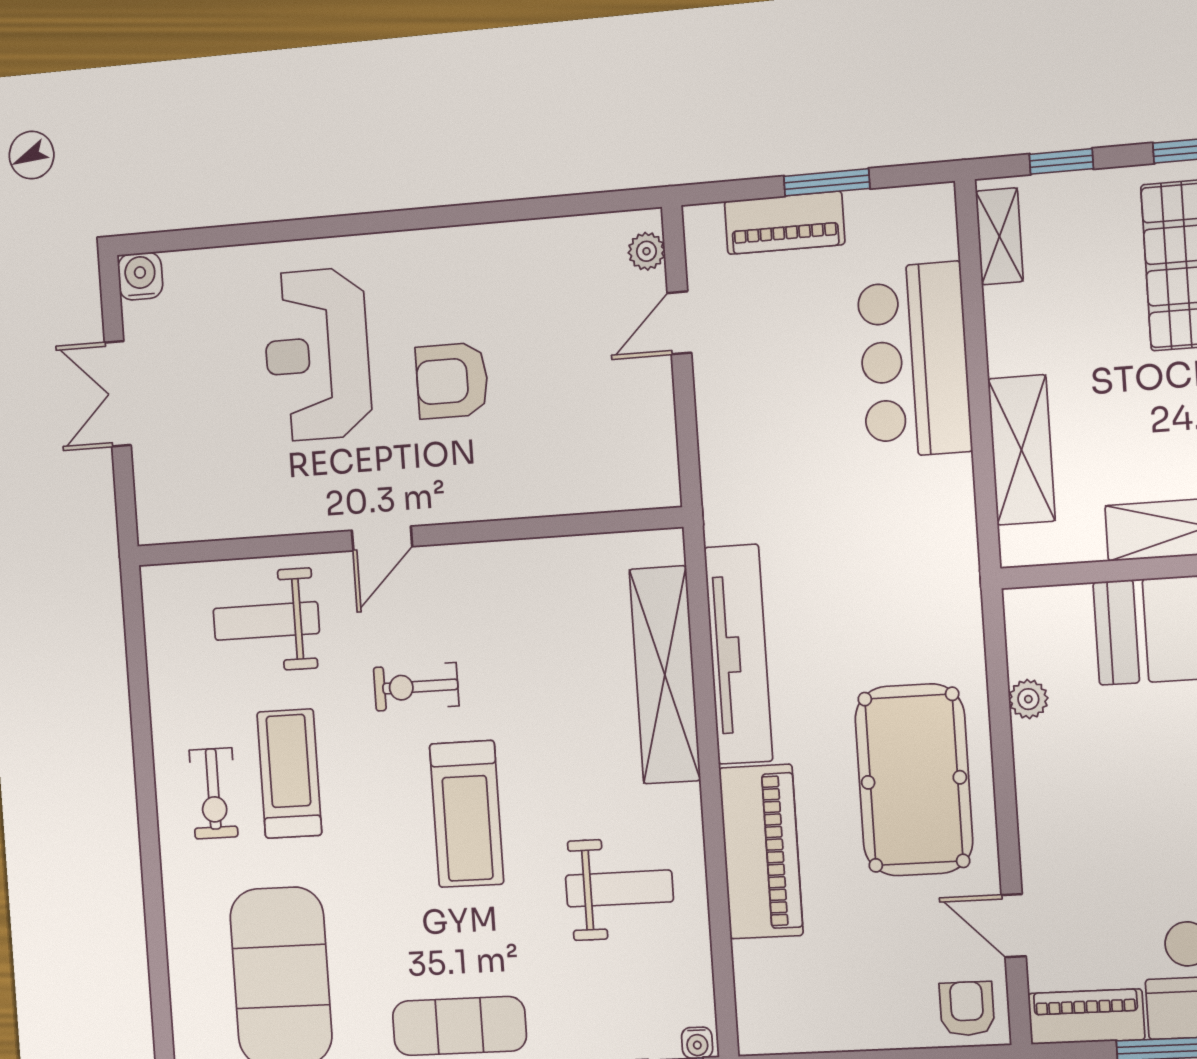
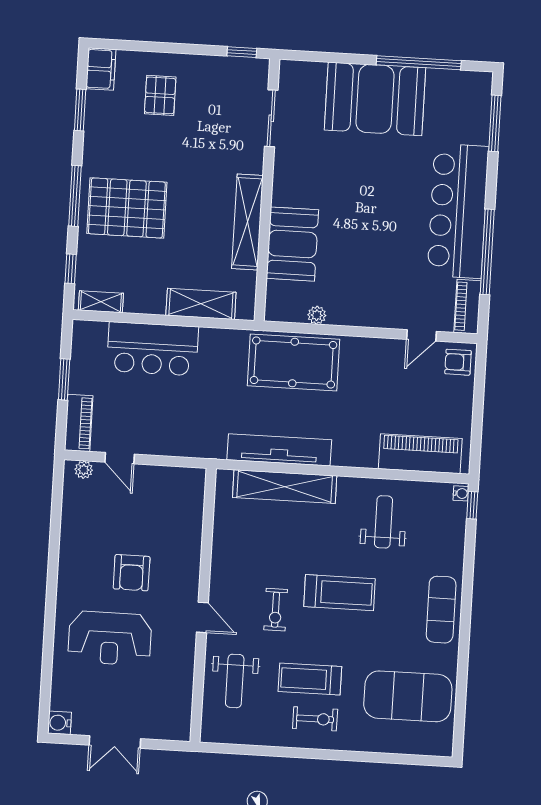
piano: (785, 223) -> (79, 423), moved
pool table: (914, 780) -> (294, 363), moved
piano: (761, 852) -> (420, 454), moved

